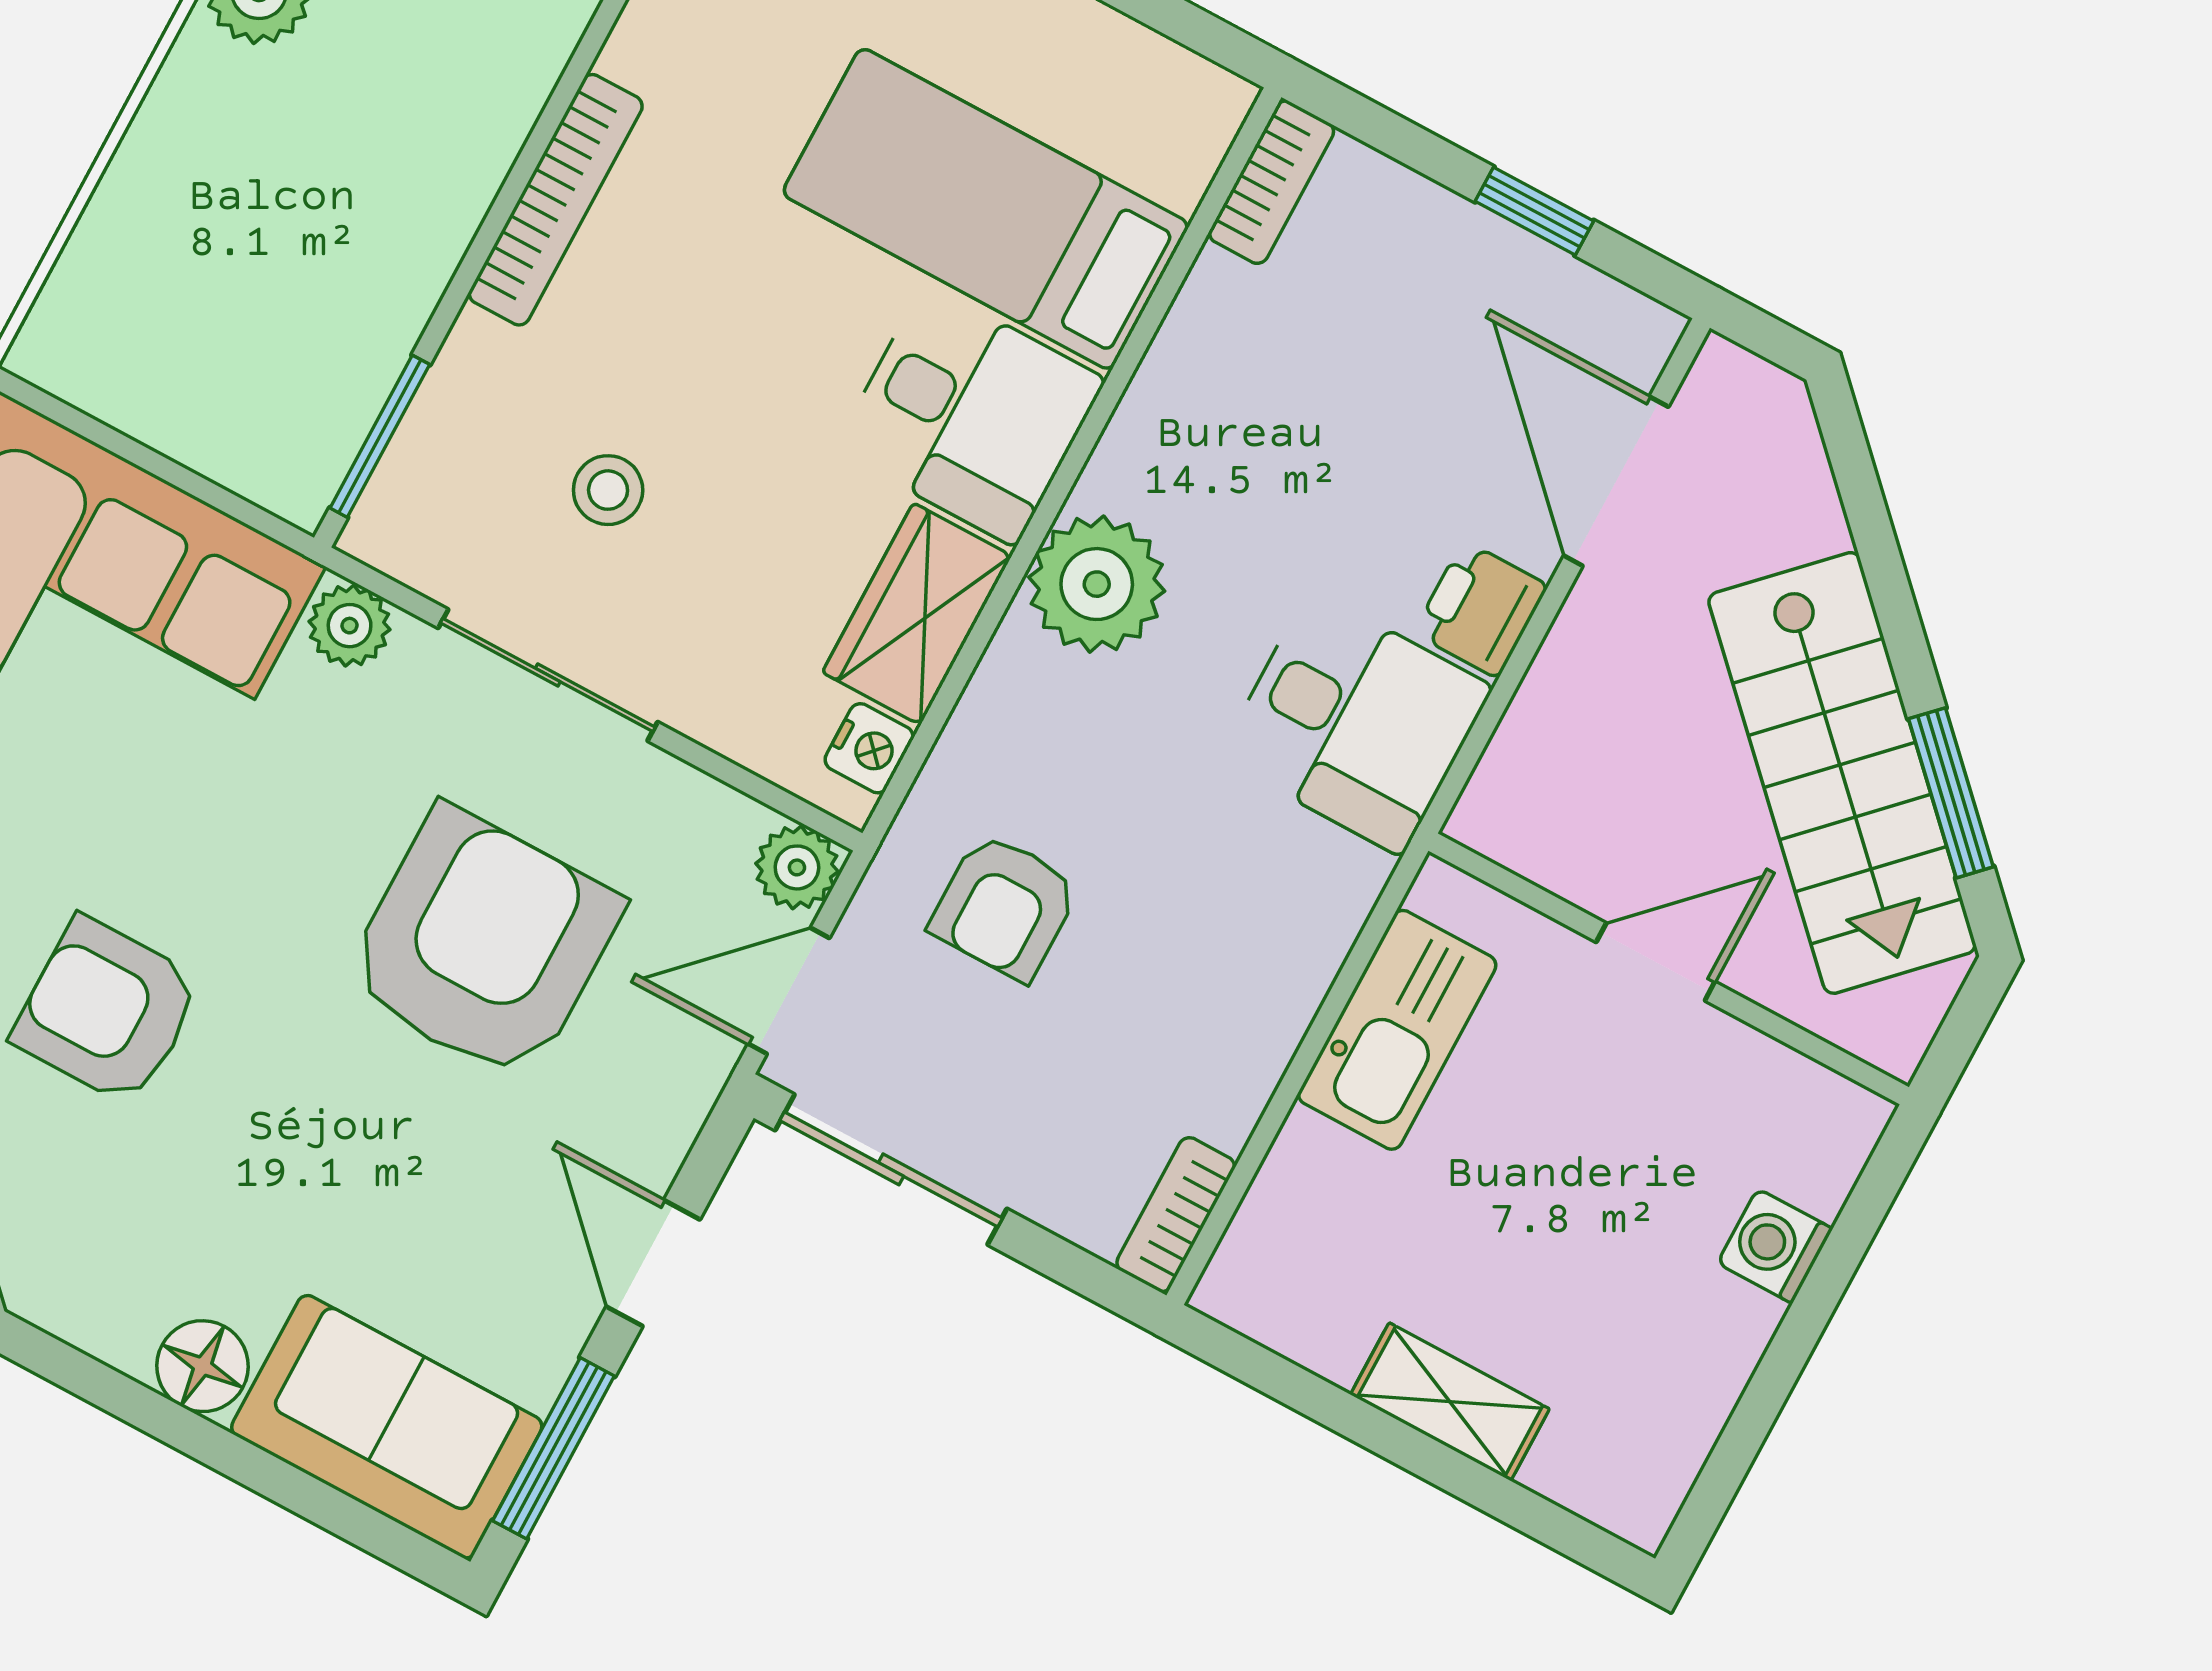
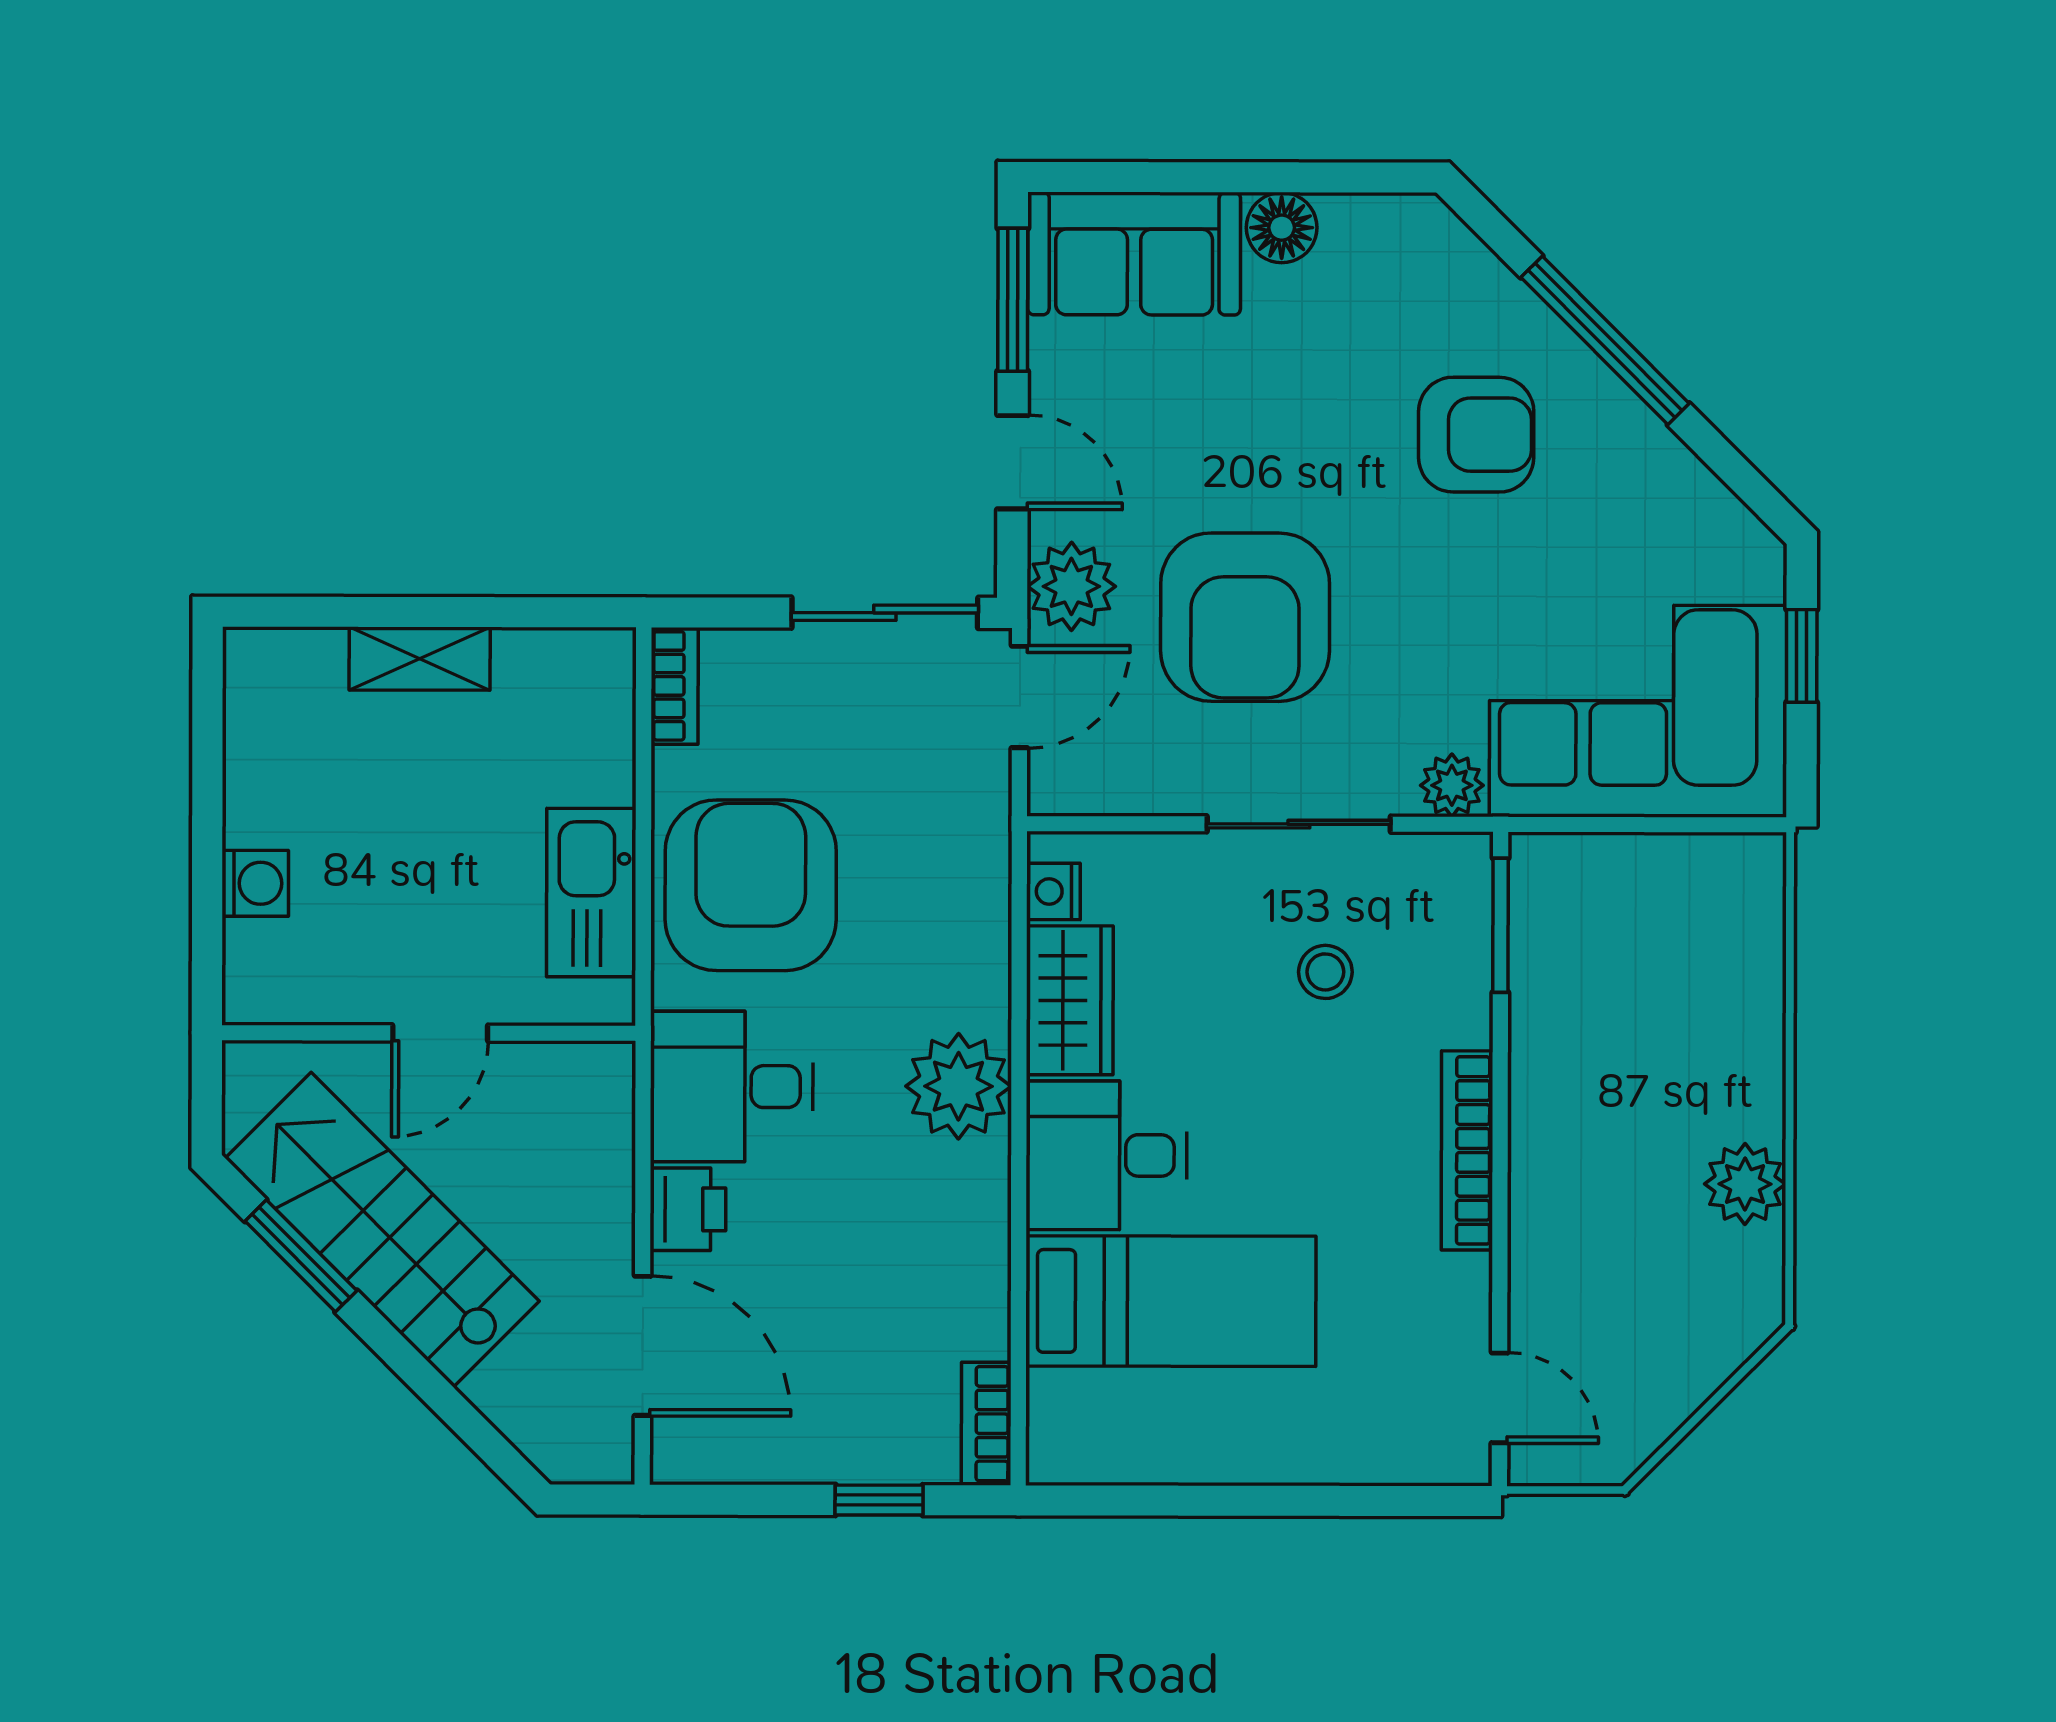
window: (1534, 211) -> (879, 1500), moved
plant: (797, 867) -> (1071, 586), moved, width x1.38, depth x1.38
armchair: (1005, 907) -> (751, 885), moved, width x1.88, depth x1.88

